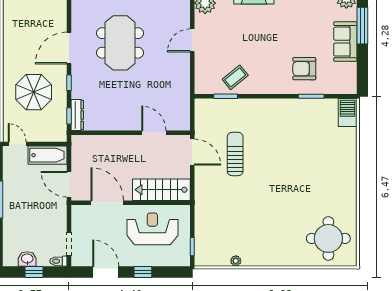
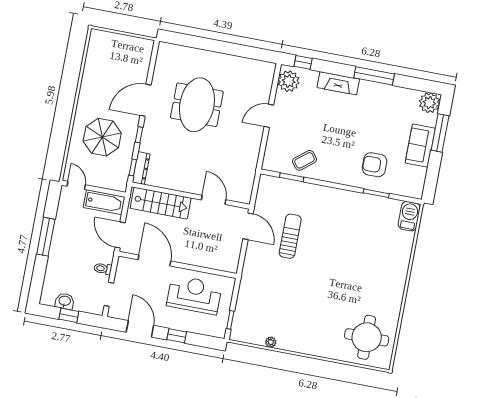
stairs: (161, 190) -> (161, 203), moved, turned 180
toilet: (58, 261) -> (103, 269), moved

